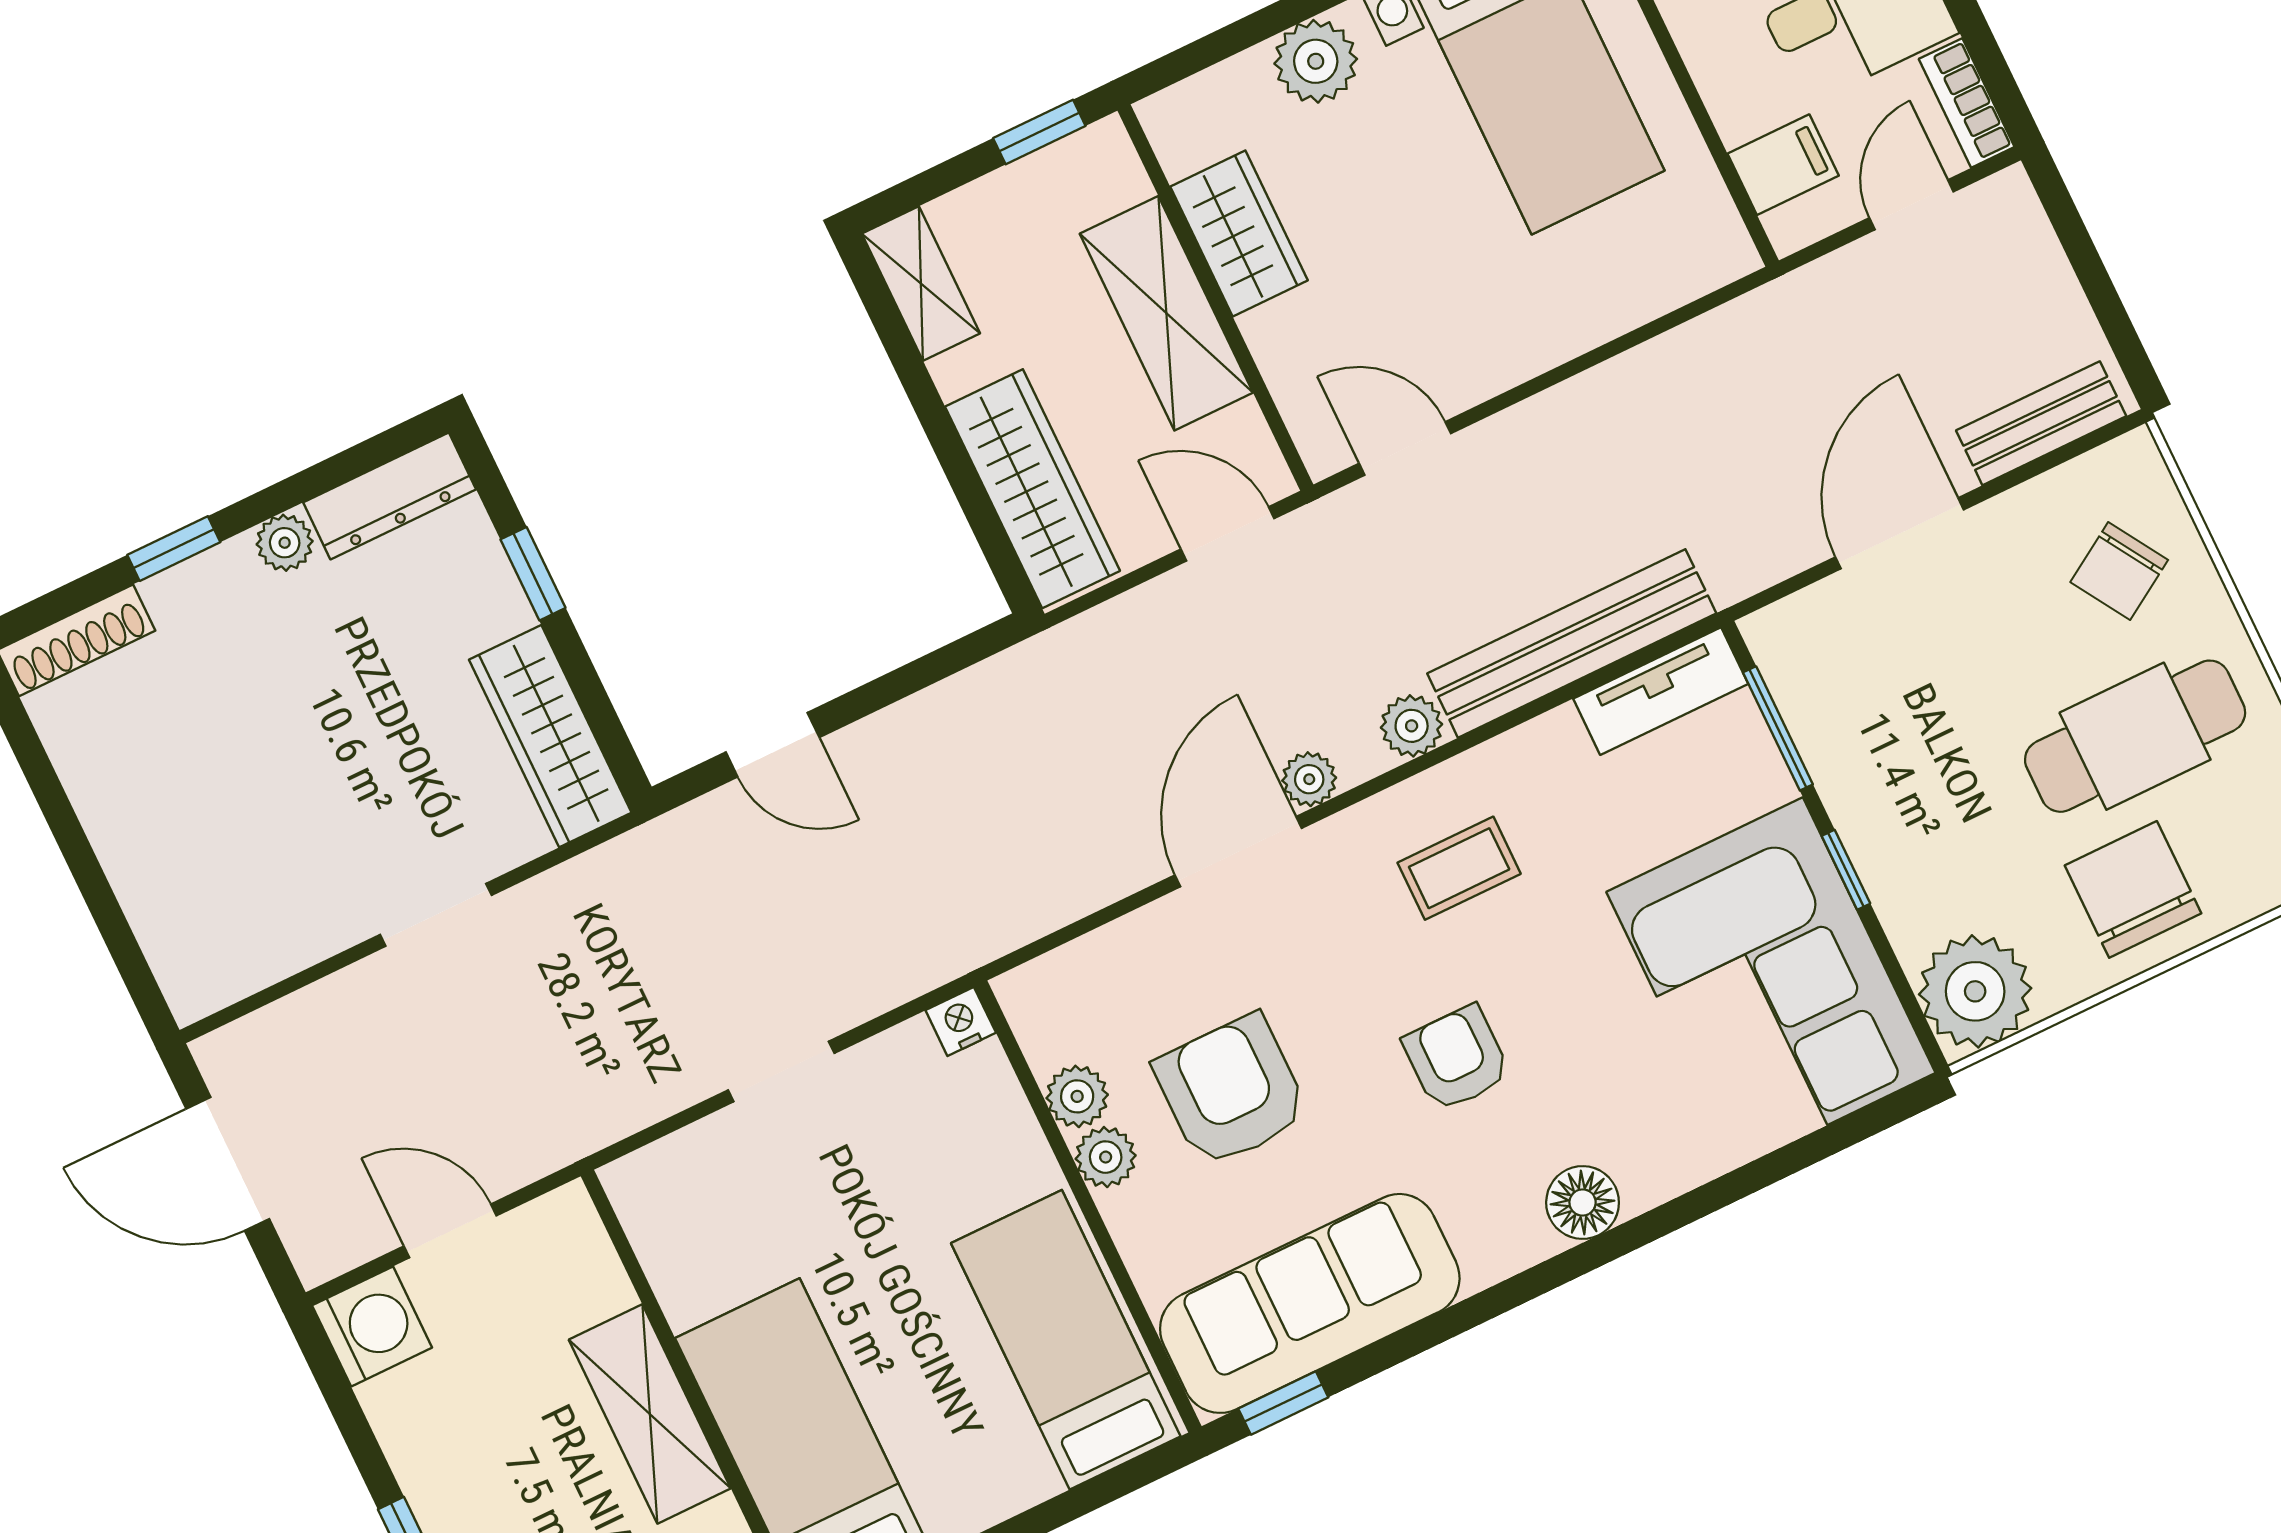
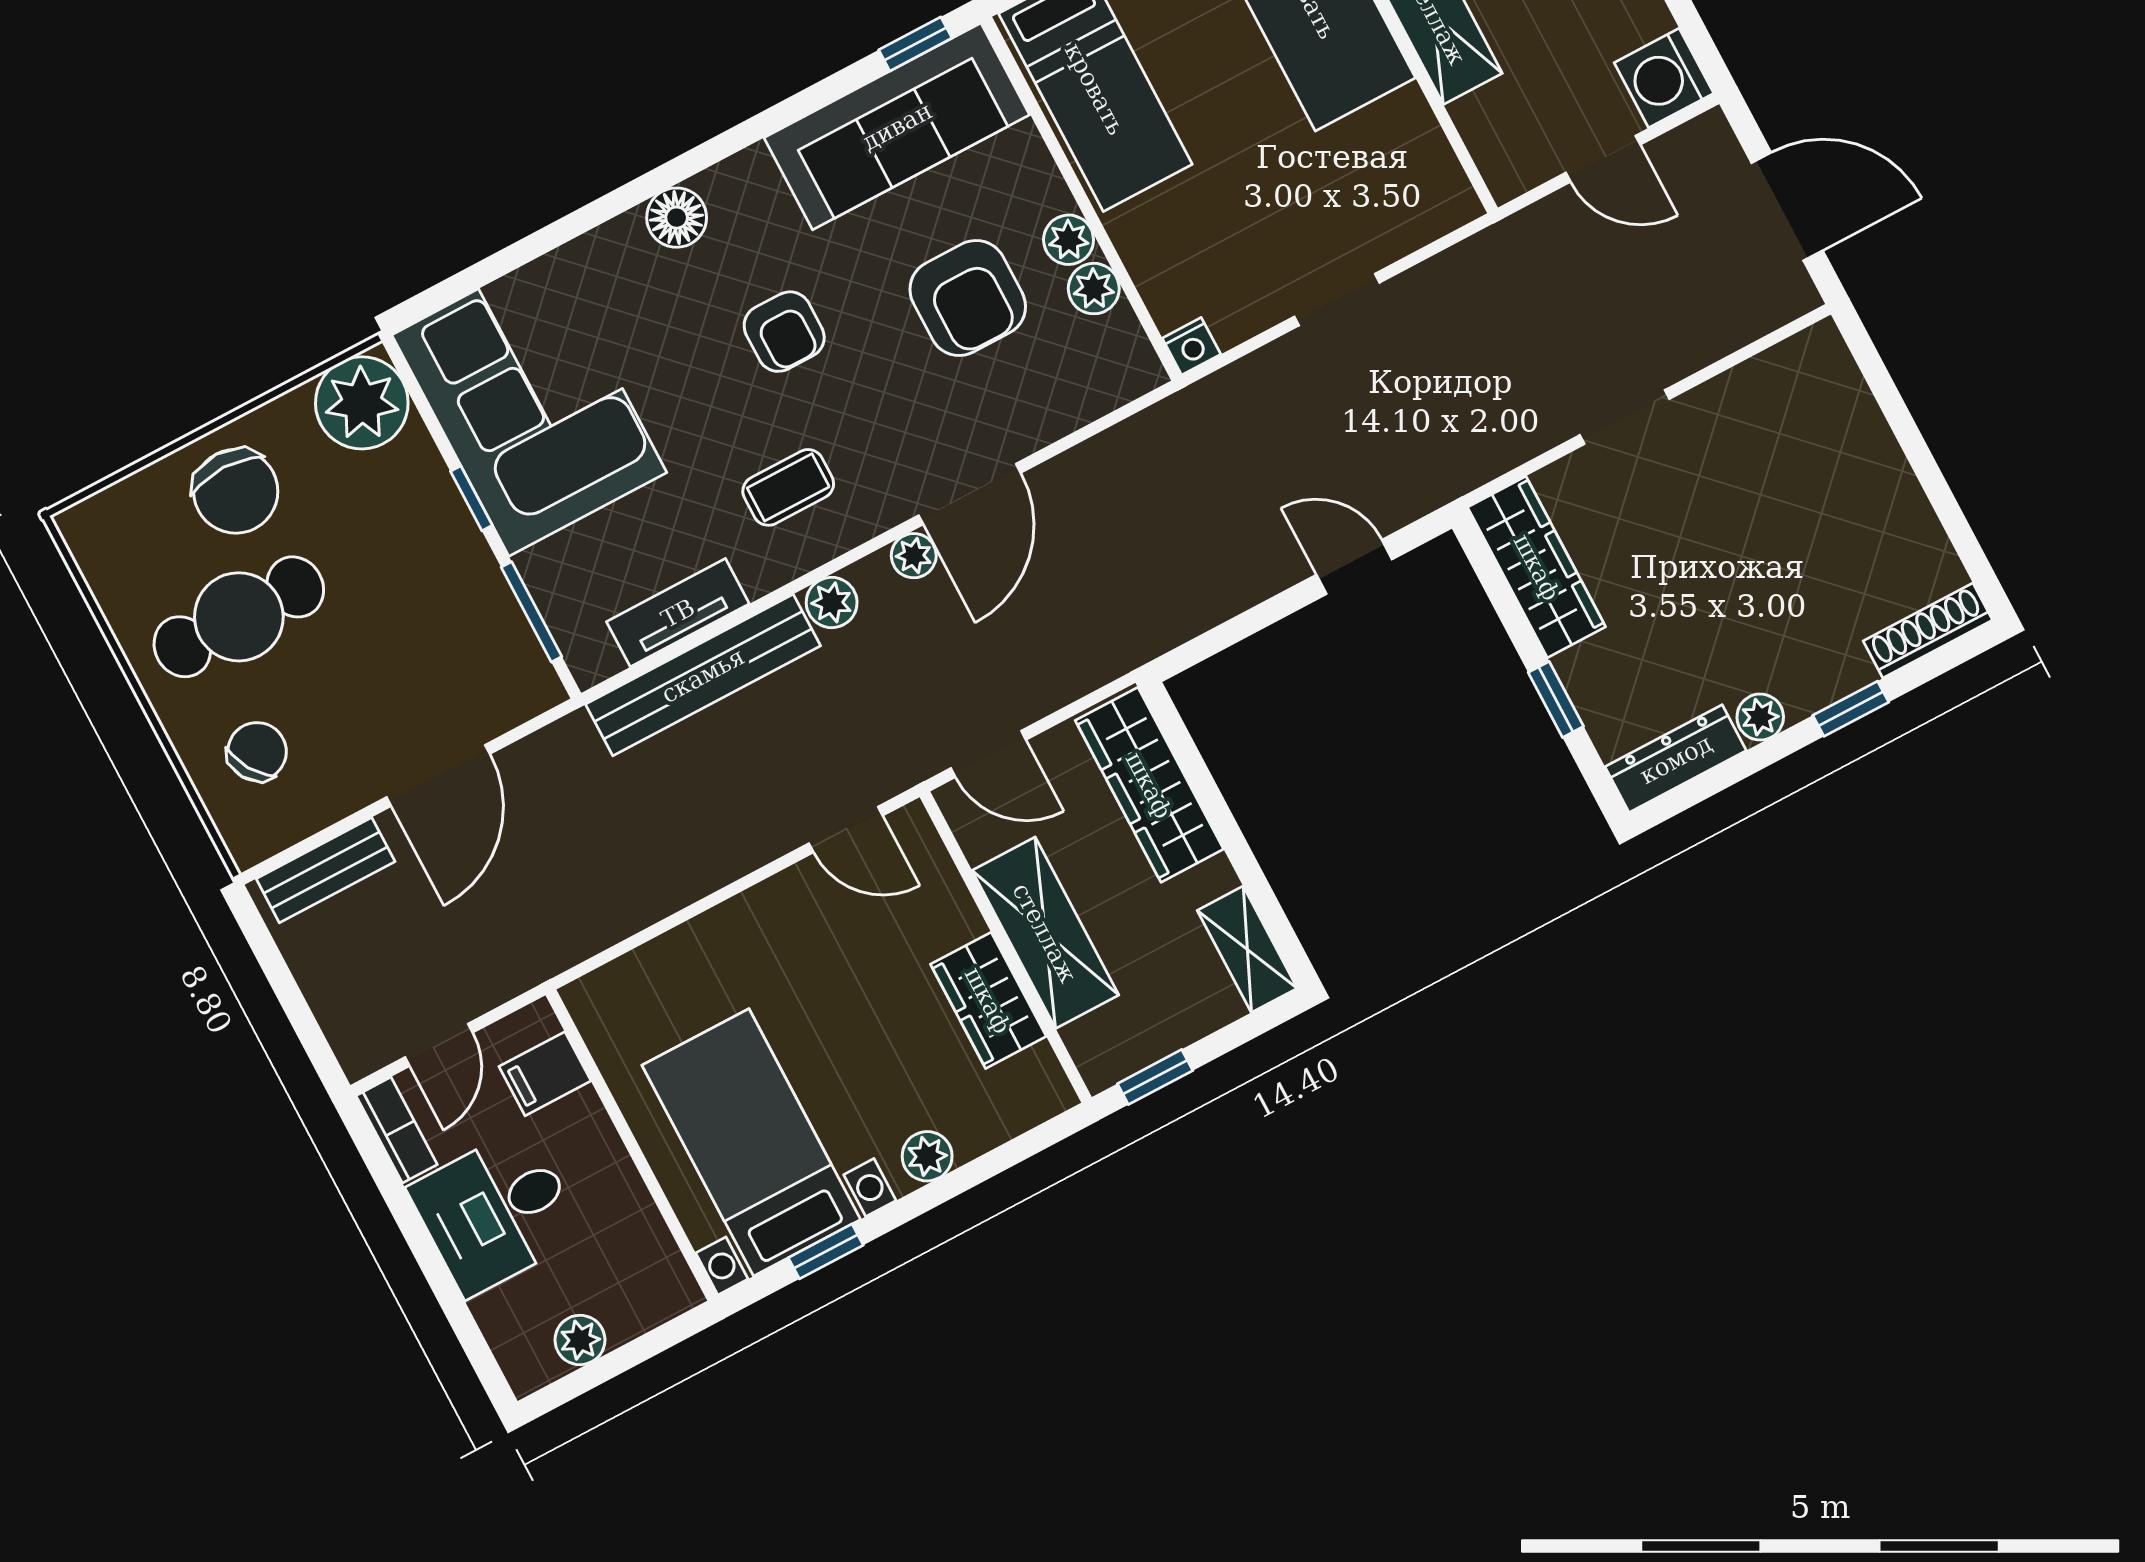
plant: (1316, 61) -> (927, 1156), width x0.73, depth x0.73
tv unit: (1661, 691) -> (678, 613), moved

